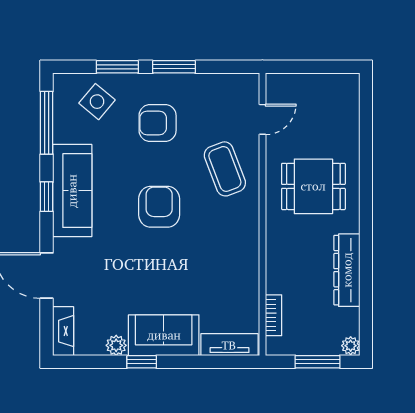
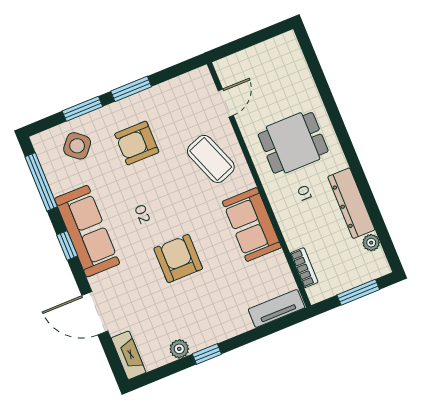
armchair: (159, 207) -> (178, 259), moved
sofa: (164, 335) -> (252, 224), moved, turned -90
plant: (351, 346) -> (371, 243), moved

